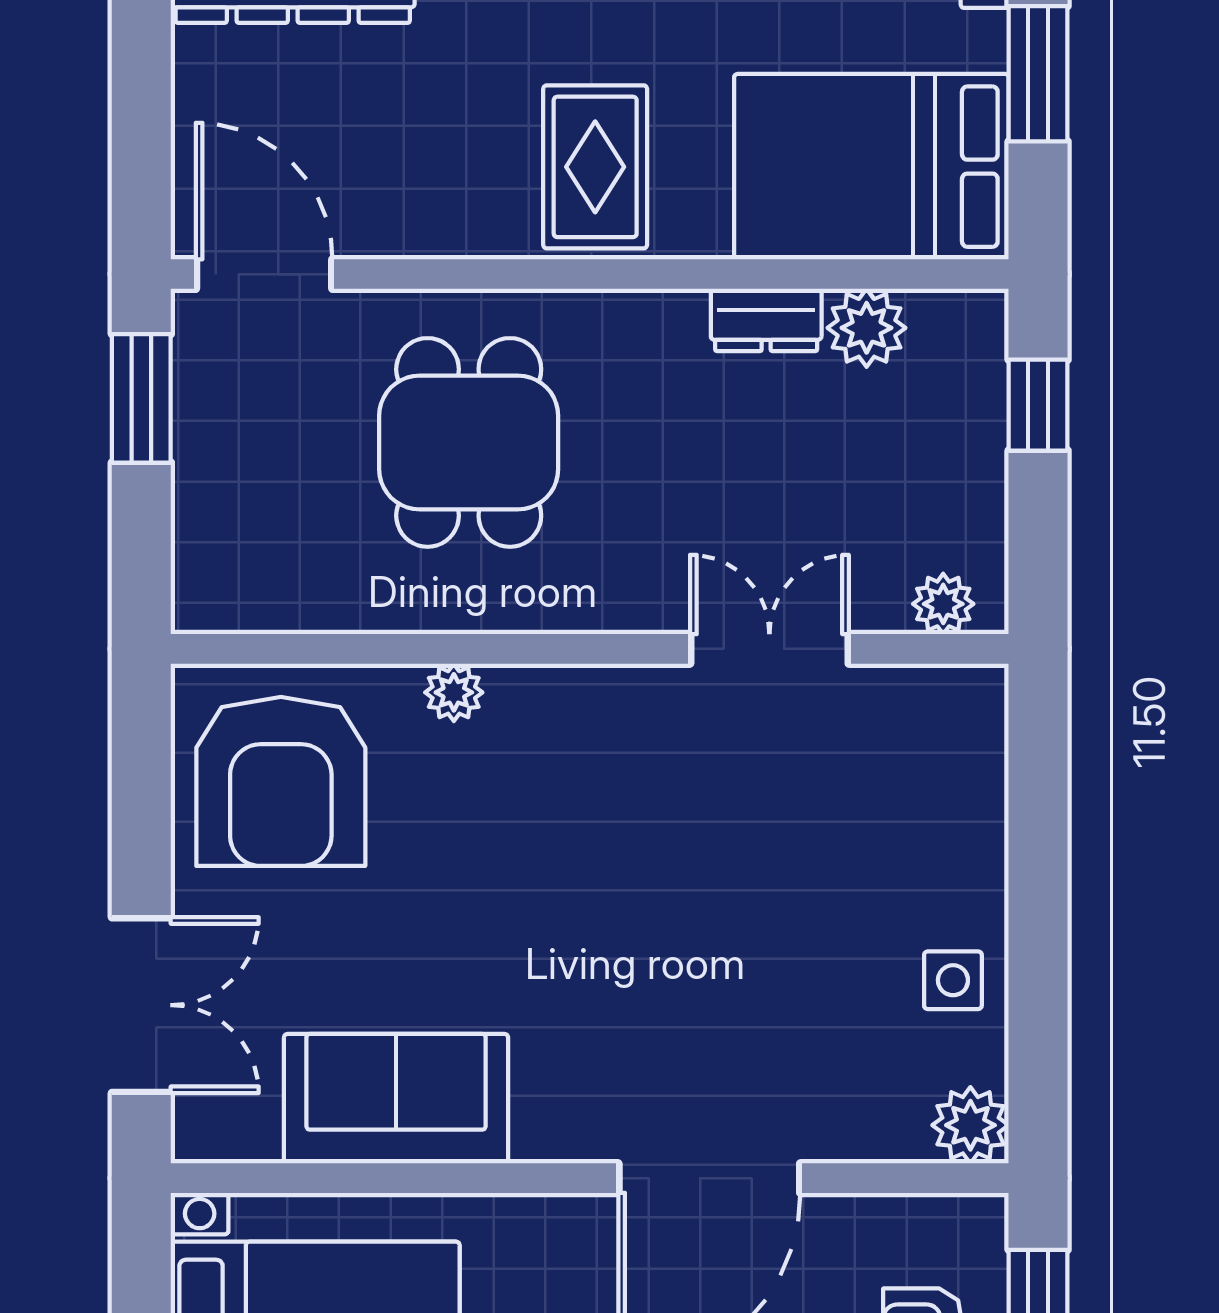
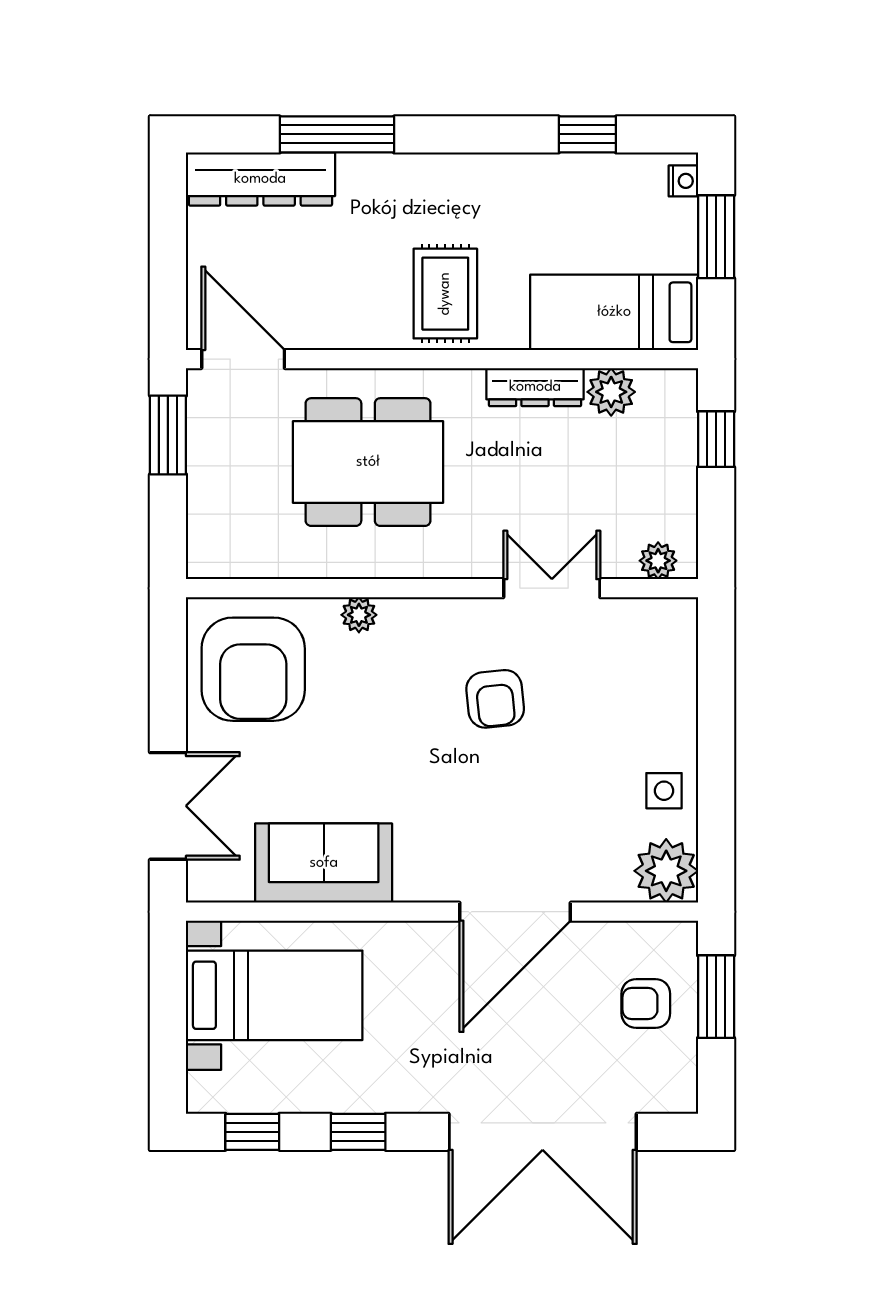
bed: (871, 167) -> (614, 312), width x0.67
dresser: (766, 320) -> (535, 387), width x1.44
dining table: (469, 442) -> (368, 462), width x1.38
armchair: (677, 830) -> (495, 699), added
plant: (970, 1125) -> (666, 871), width x1.36, depth x1.36

